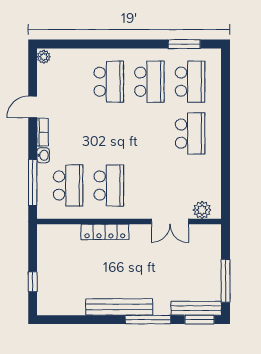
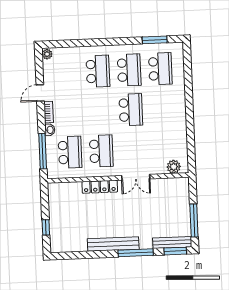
school desk: (190, 134) -> (131, 110), moved
double door: (170, 221) -> (136, 177), moved

